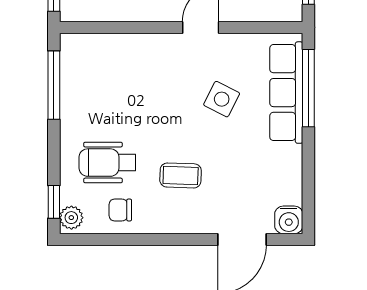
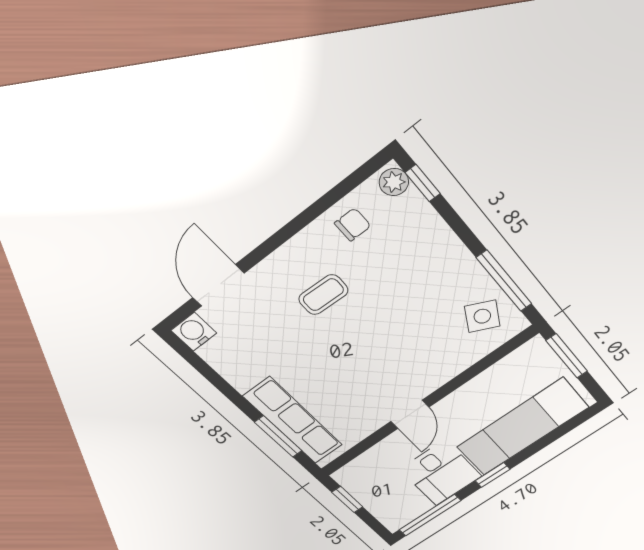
window: (308, 88) -> (278, 437), width x0.69
side table: (222, 99) -> (482, 316), moved
wheelchair: (107, 163) -> (400, 255), removed

